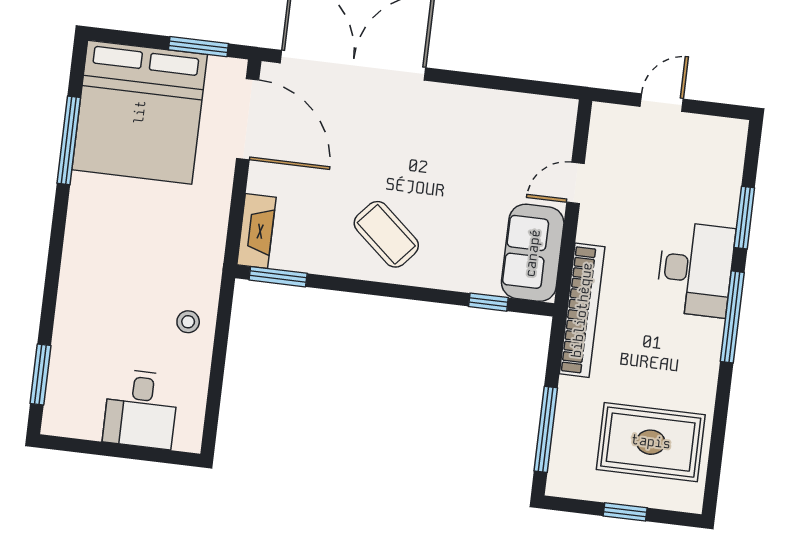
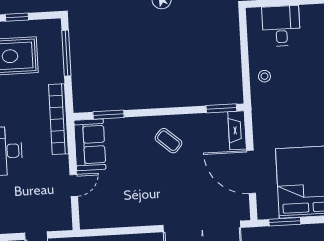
door: (248, 119) -> (251, 172), moved
coffee table: (386, 234) -> (168, 141), width x0.73, depth x0.77
window: (488, 302) -> (108, 115), width x1.50

